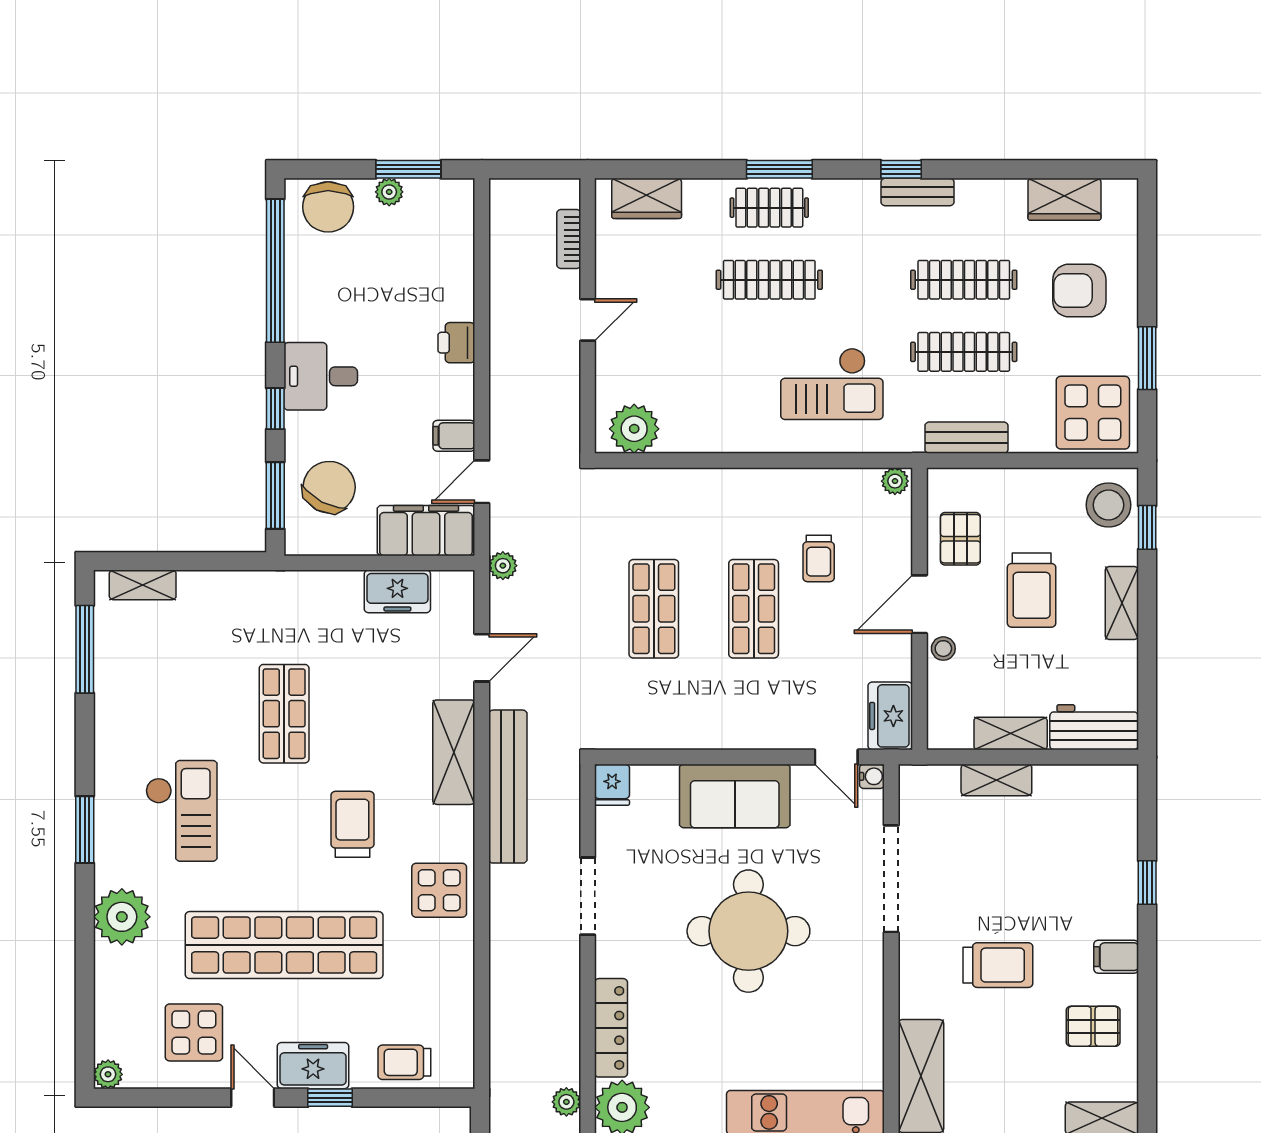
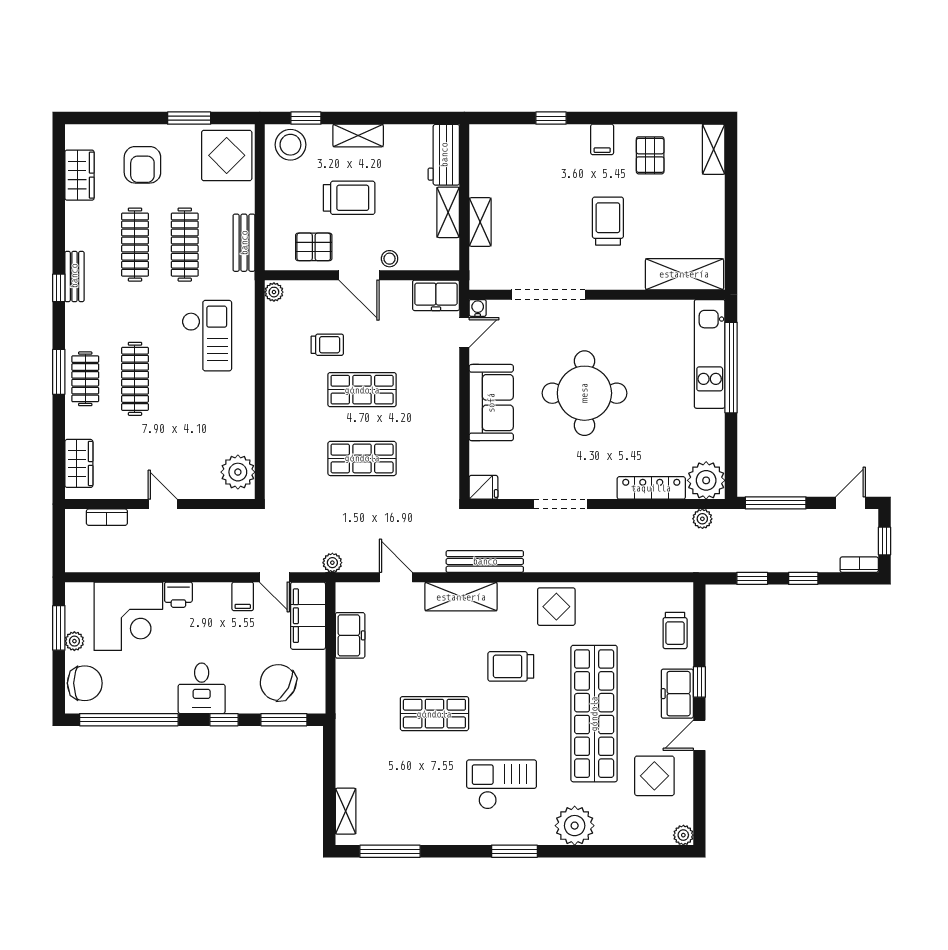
corner desk: (425, 270) -> (128, 616), added
bench: (508, 787) -> (485, 561), width x0.73, depth x0.82

